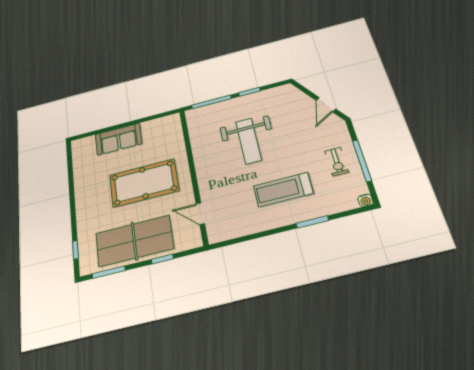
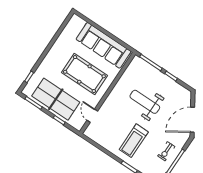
door: (326, 105) -> (192, 120), width x1.88
sofa: (118, 139) -> (104, 45), width x1.85, depth x1.27
weight bench: (249, 141) -> (145, 102), turned 90
treadmill: (283, 190) -> (134, 141), turned -90

